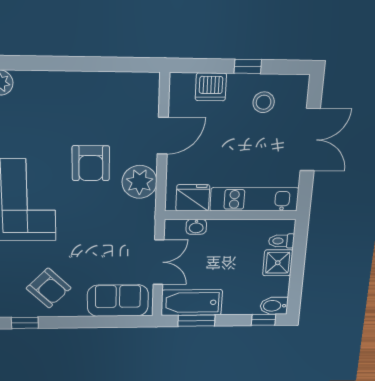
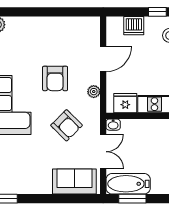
plant: (140, 182) -> (94, 92), width x0.53, depth x0.53
washbasin: (196, 227) -> (113, 125), moved
armchair: (49, 288) -> (67, 125), moved

